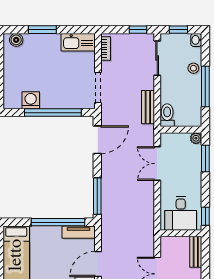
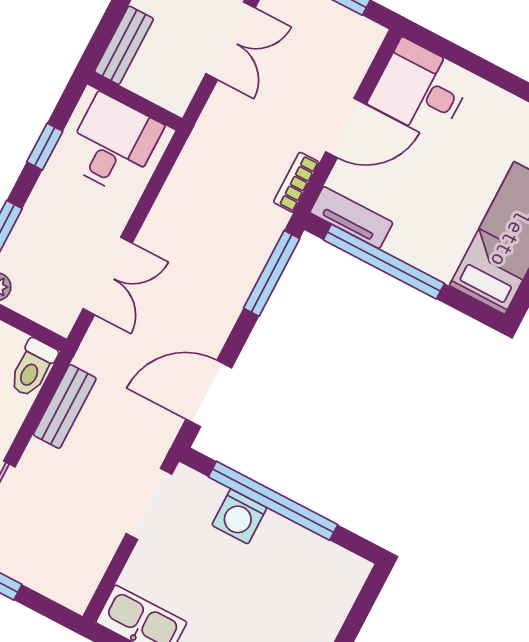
bookcase: (106, 49) -> (296, 182), moved
washing machine: (31, 100) -> (239, 516), moved
window: (205, 216) -> (45, 147), moved

